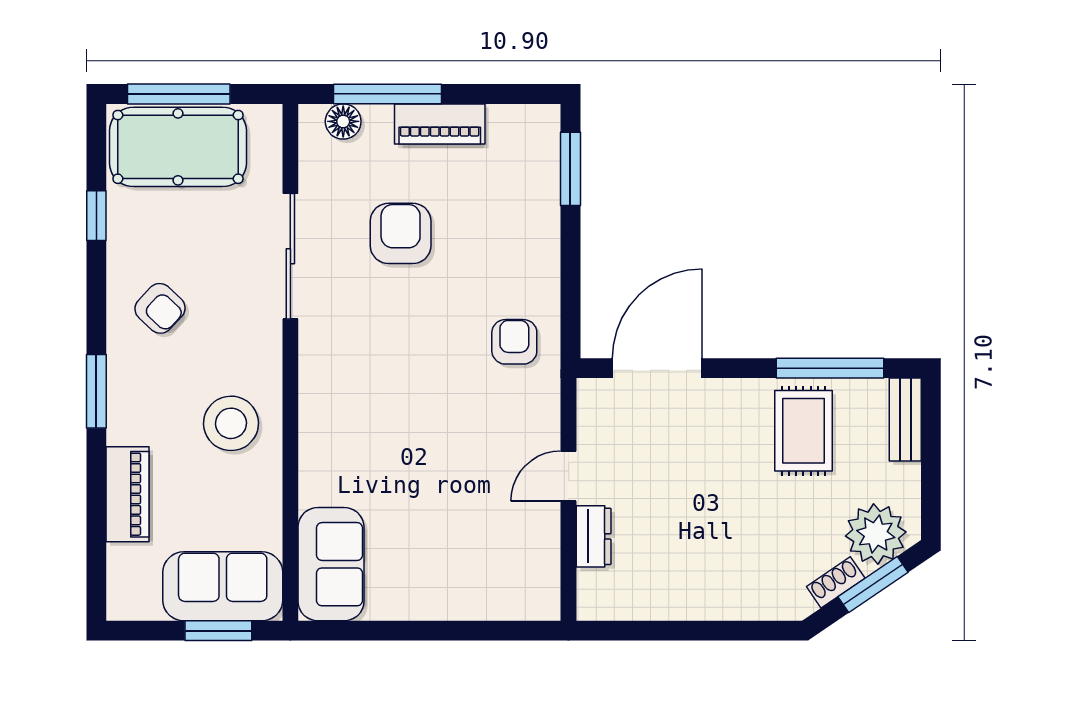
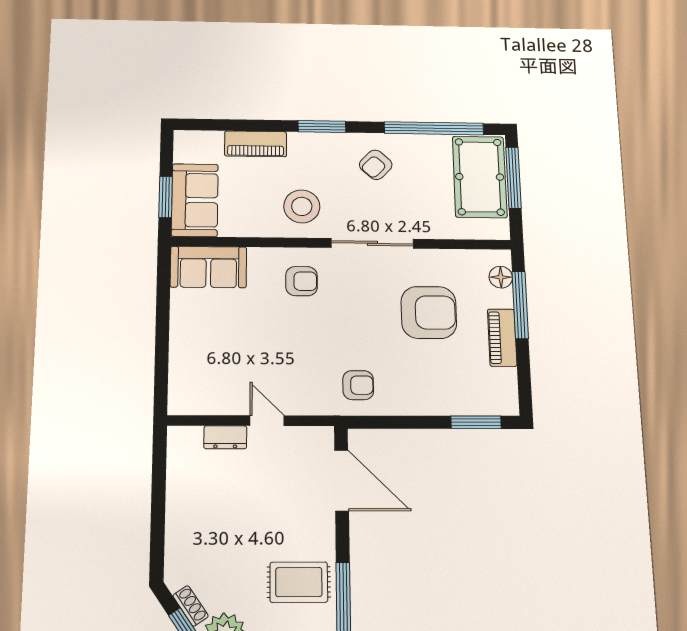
window: (96, 216) -> (434, 128), width x3.17
armchair: (401, 233) -> (429, 312), width x1.36, depth x1.36
sliding door: (290, 256) -> (372, 243), moved
armchair: (352, 424) -> (302, 281), added

